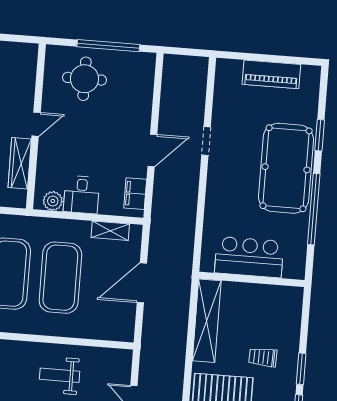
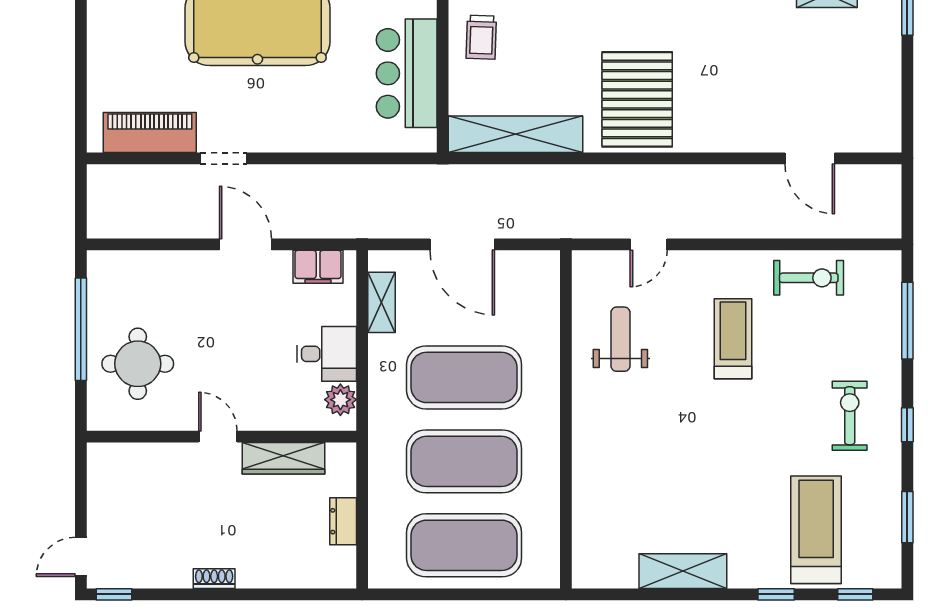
piano: (271, 74) -> (150, 132), moved, turned -90
trolley: (263, 357) -> (481, 37), moved
weight bench: (60, 375) -> (620, 339), moved, turned 180

